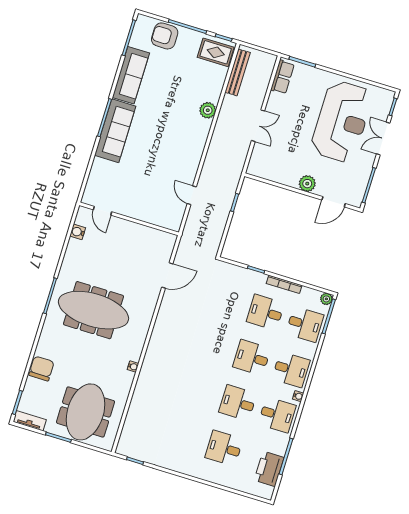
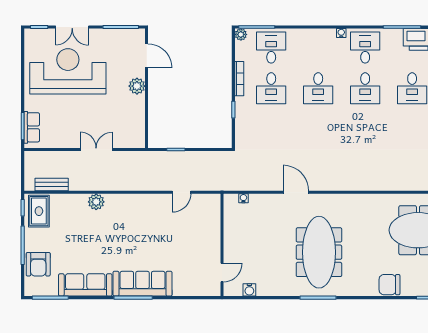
bench: (237, 72) -> (52, 185), width x0.73
row of seats: (283, 77) -> (32, 127), moved, turned 90
door: (167, 275) -> (296, 192), moved
water cooler: (133, 367) -> (243, 198), moved
desk: (291, 370) -> (318, 48), removed

